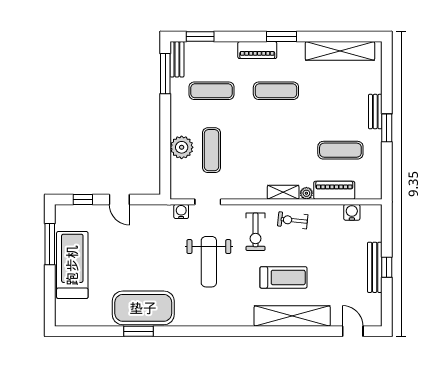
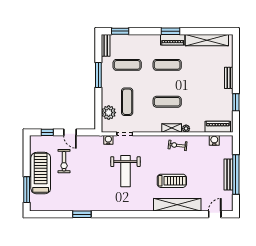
piano: (257, 50) -> (173, 40), moved
window: (165, 74) -> (98, 75), moved
window: (387, 128) -> (236, 102), moved
plant: (182, 147) -> (109, 113), moved
exercise mat: (340, 150) -> (167, 102), moved
piano: (334, 190) -> (218, 127), moved
exercise bike: (256, 232) -> (64, 161), moved
window: (50, 244) -> (27, 190), moved
window: (387, 267) -> (236, 174), width x3.17
exercise mat: (143, 308) -> (85, 200), removed
door: (353, 331) -> (215, 214), hinge flipped

